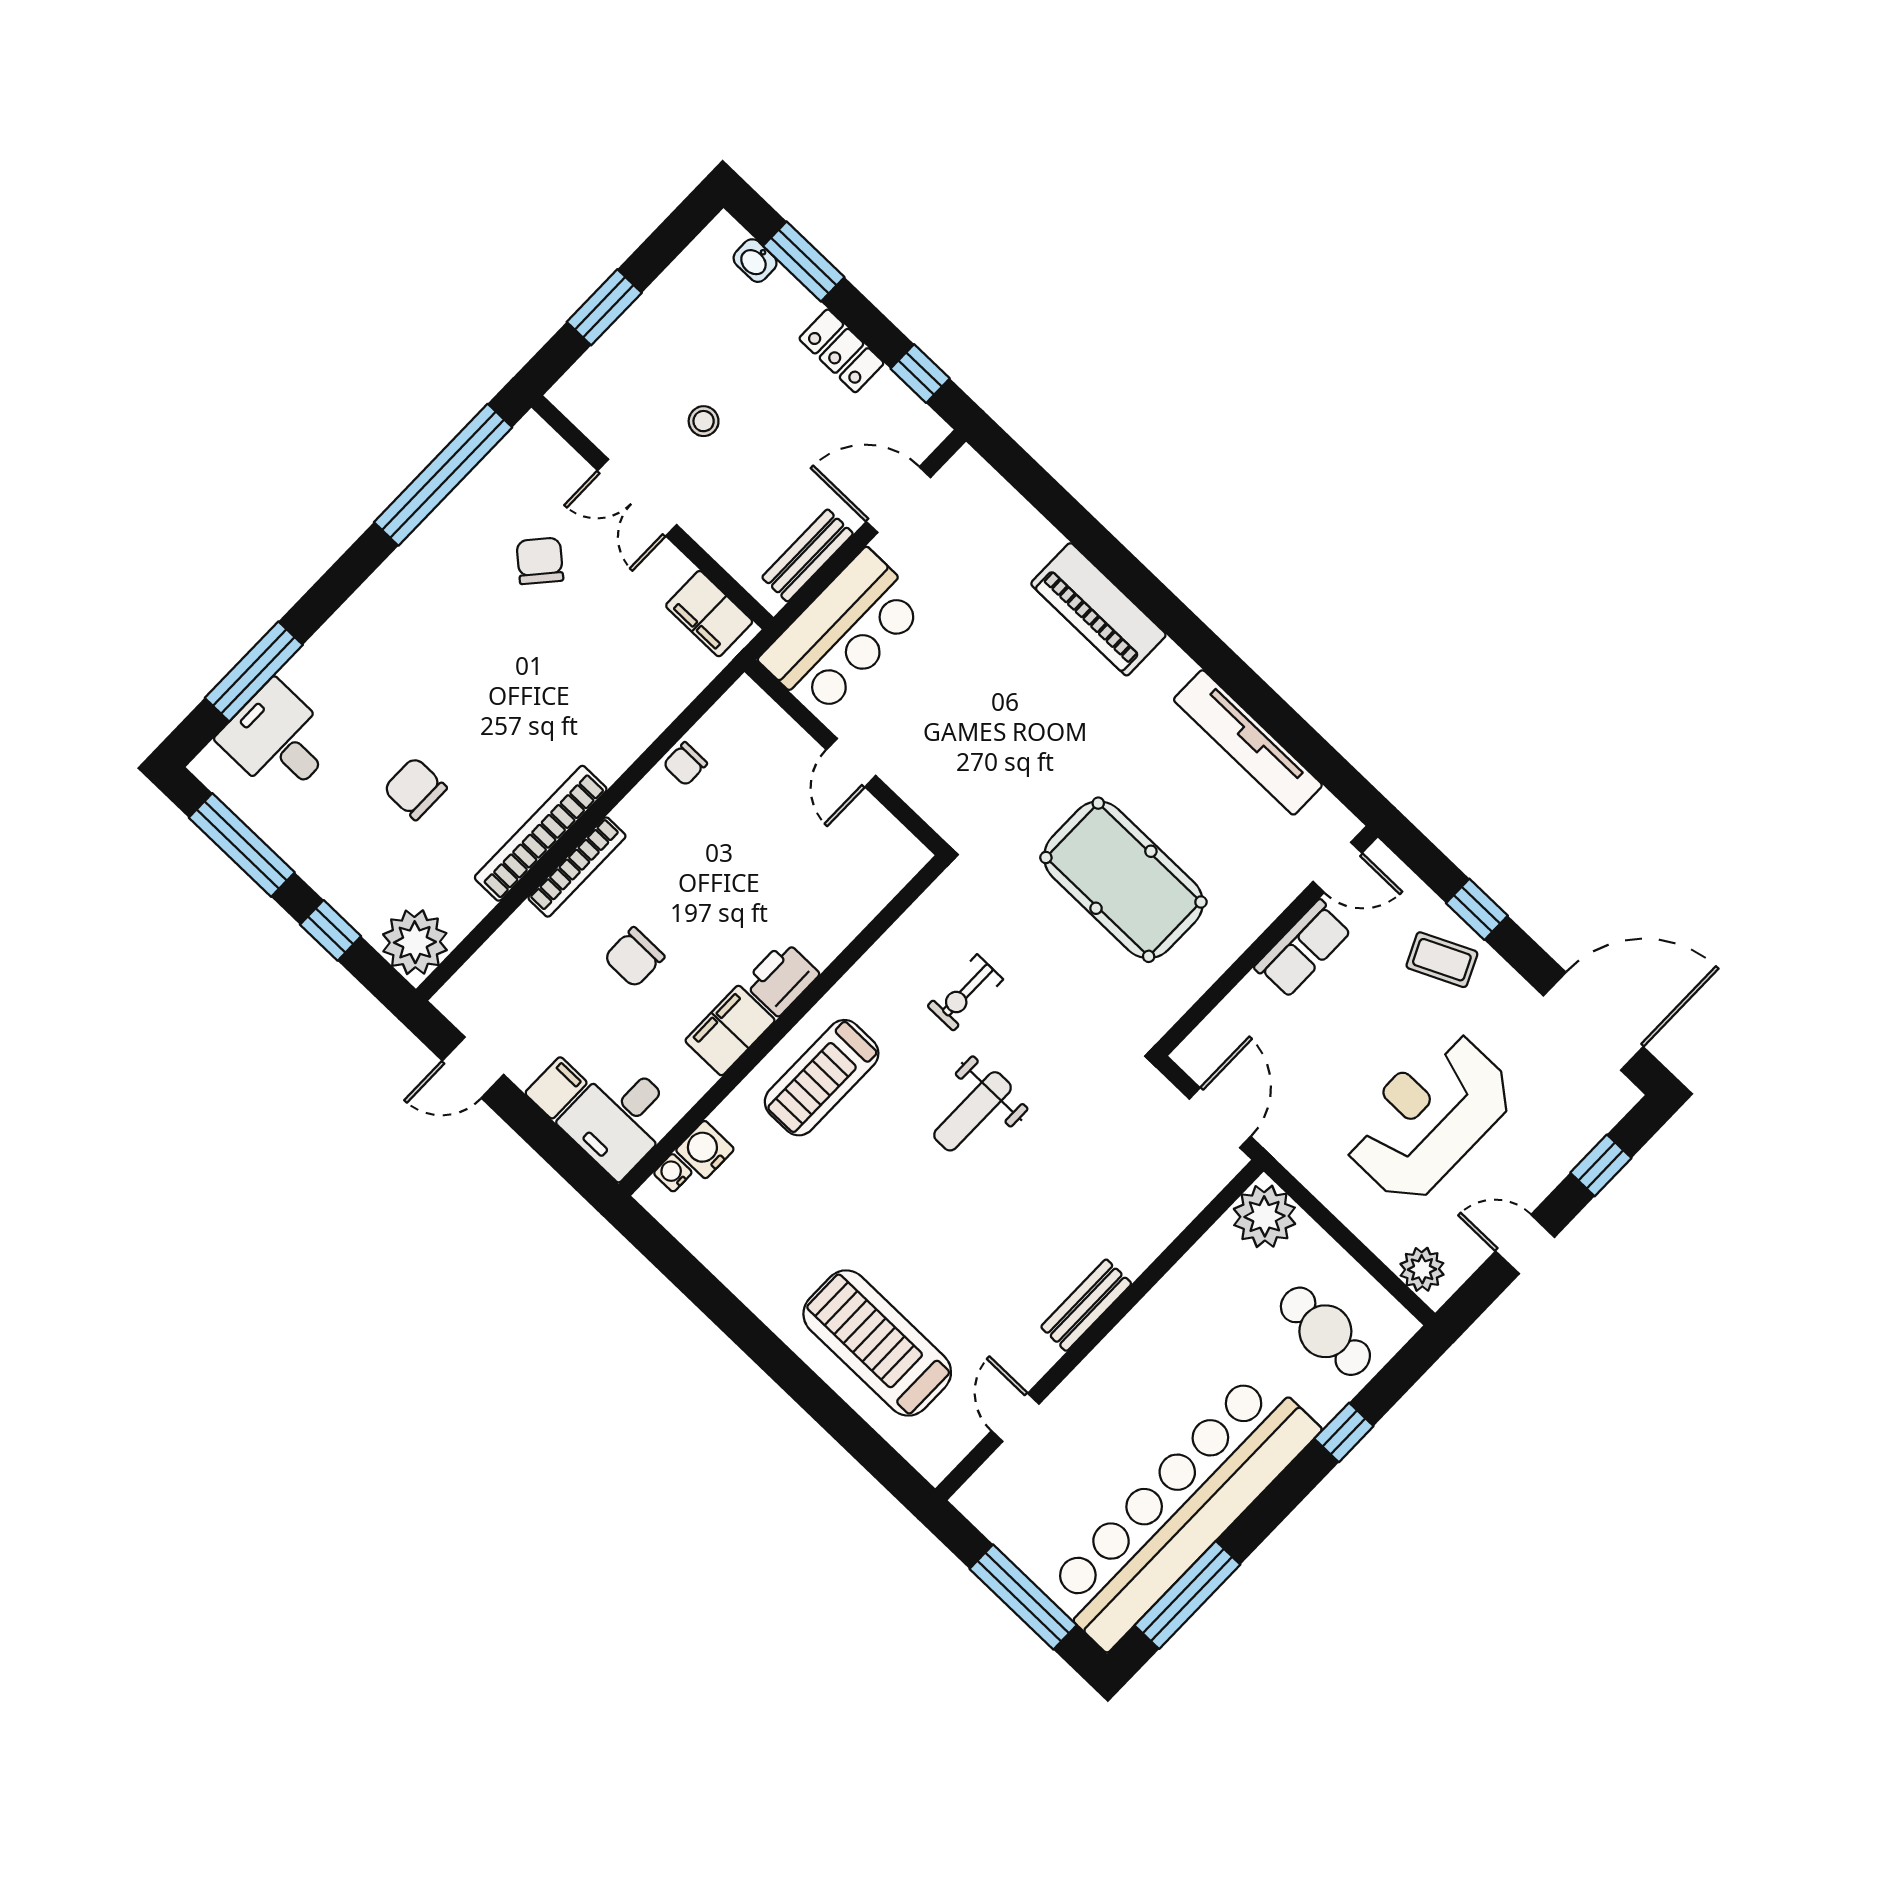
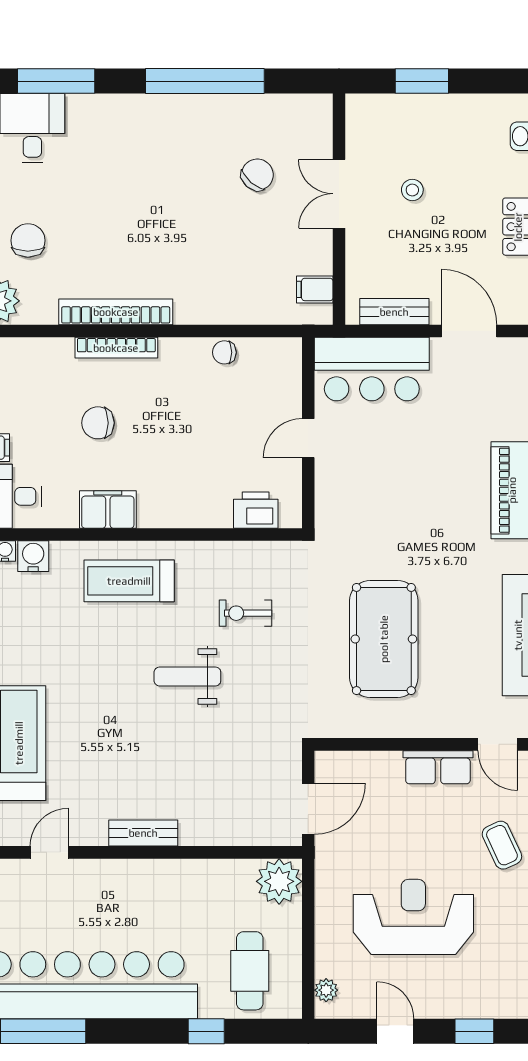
window: (443, 475) -> (205, 81), moved
filing cabinet: (709, 614) -> (315, 289), width x0.50
chair: (415, 789) -> (28, 240), moved
printer: (781, 978) -> (256, 510), moved
plant: (1422, 1269) -> (326, 990), width x0.73, depth x0.73

